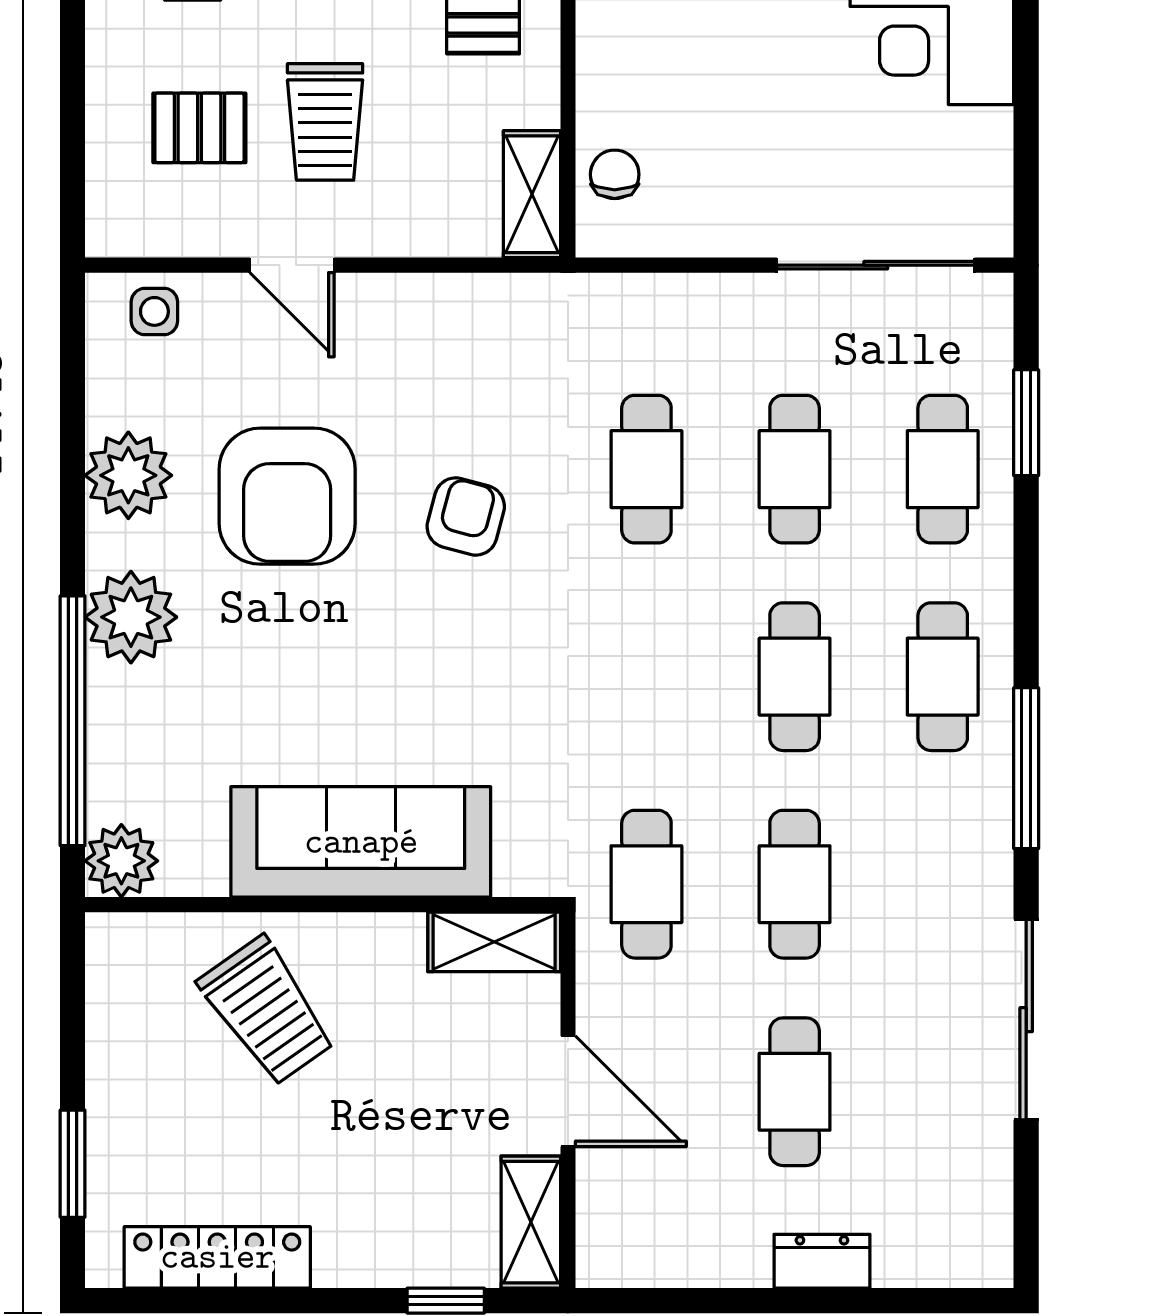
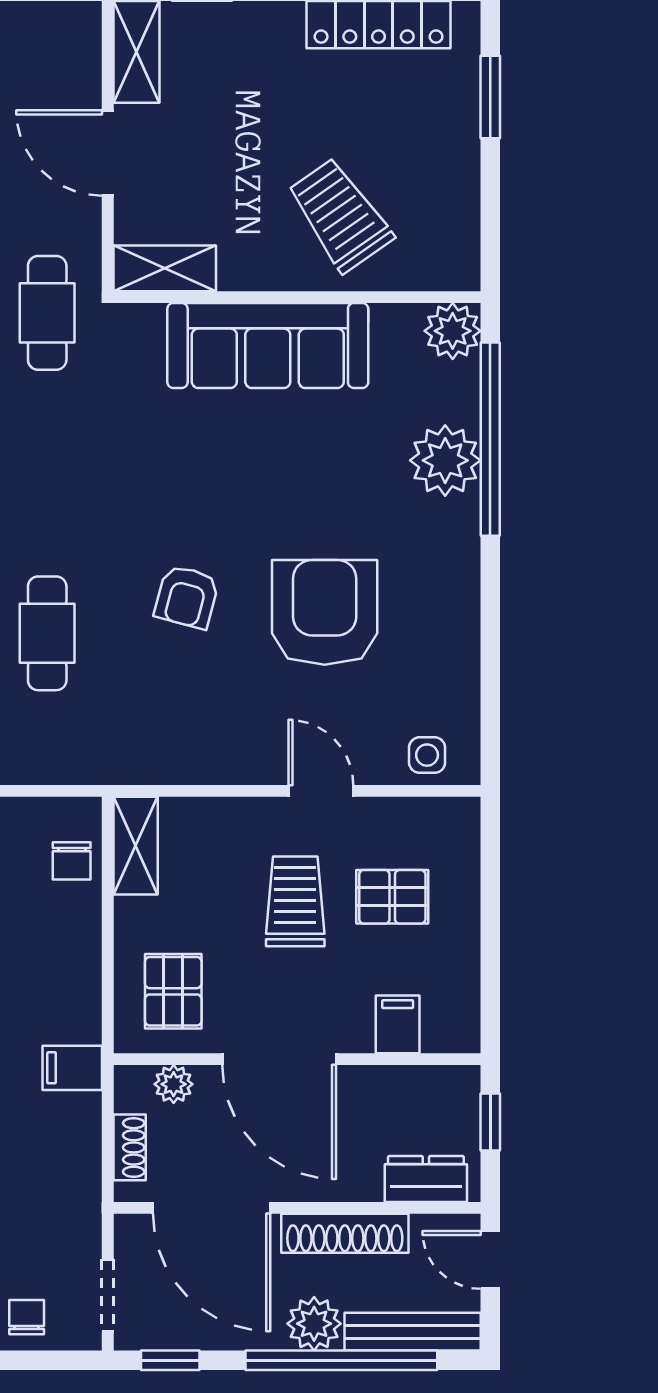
plant: (128, 475) -> (447, 629), removed
plant: (131, 617) -> (445, 460), moved

